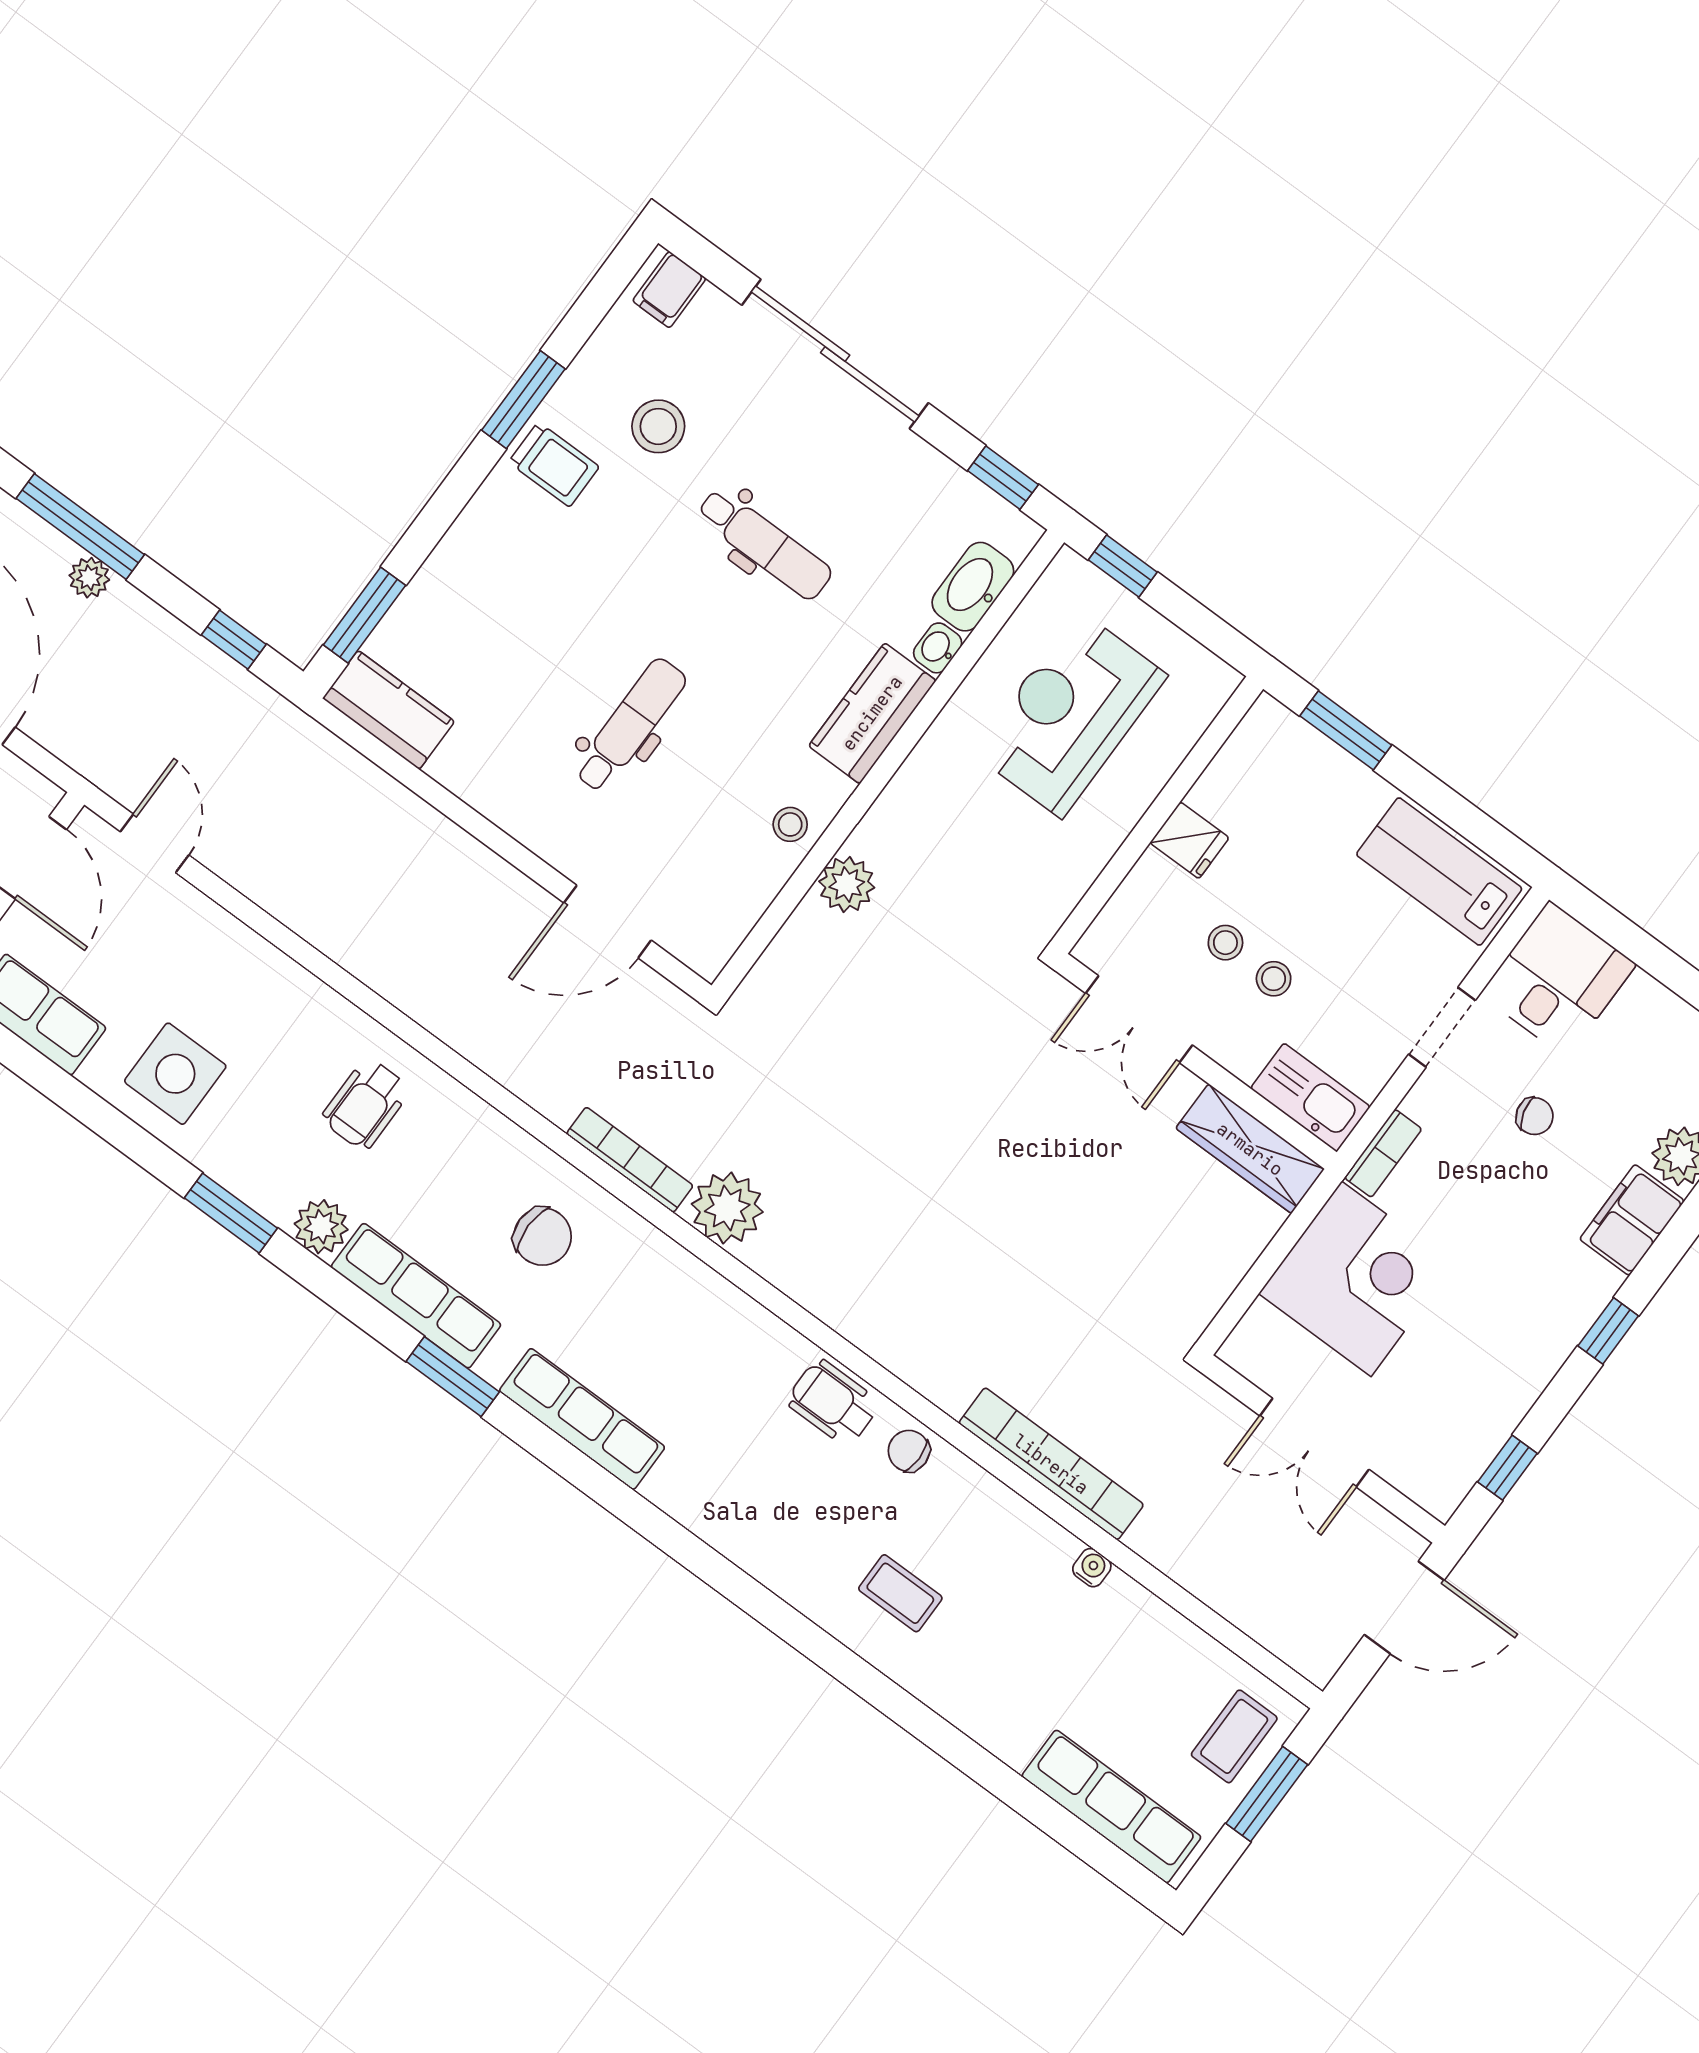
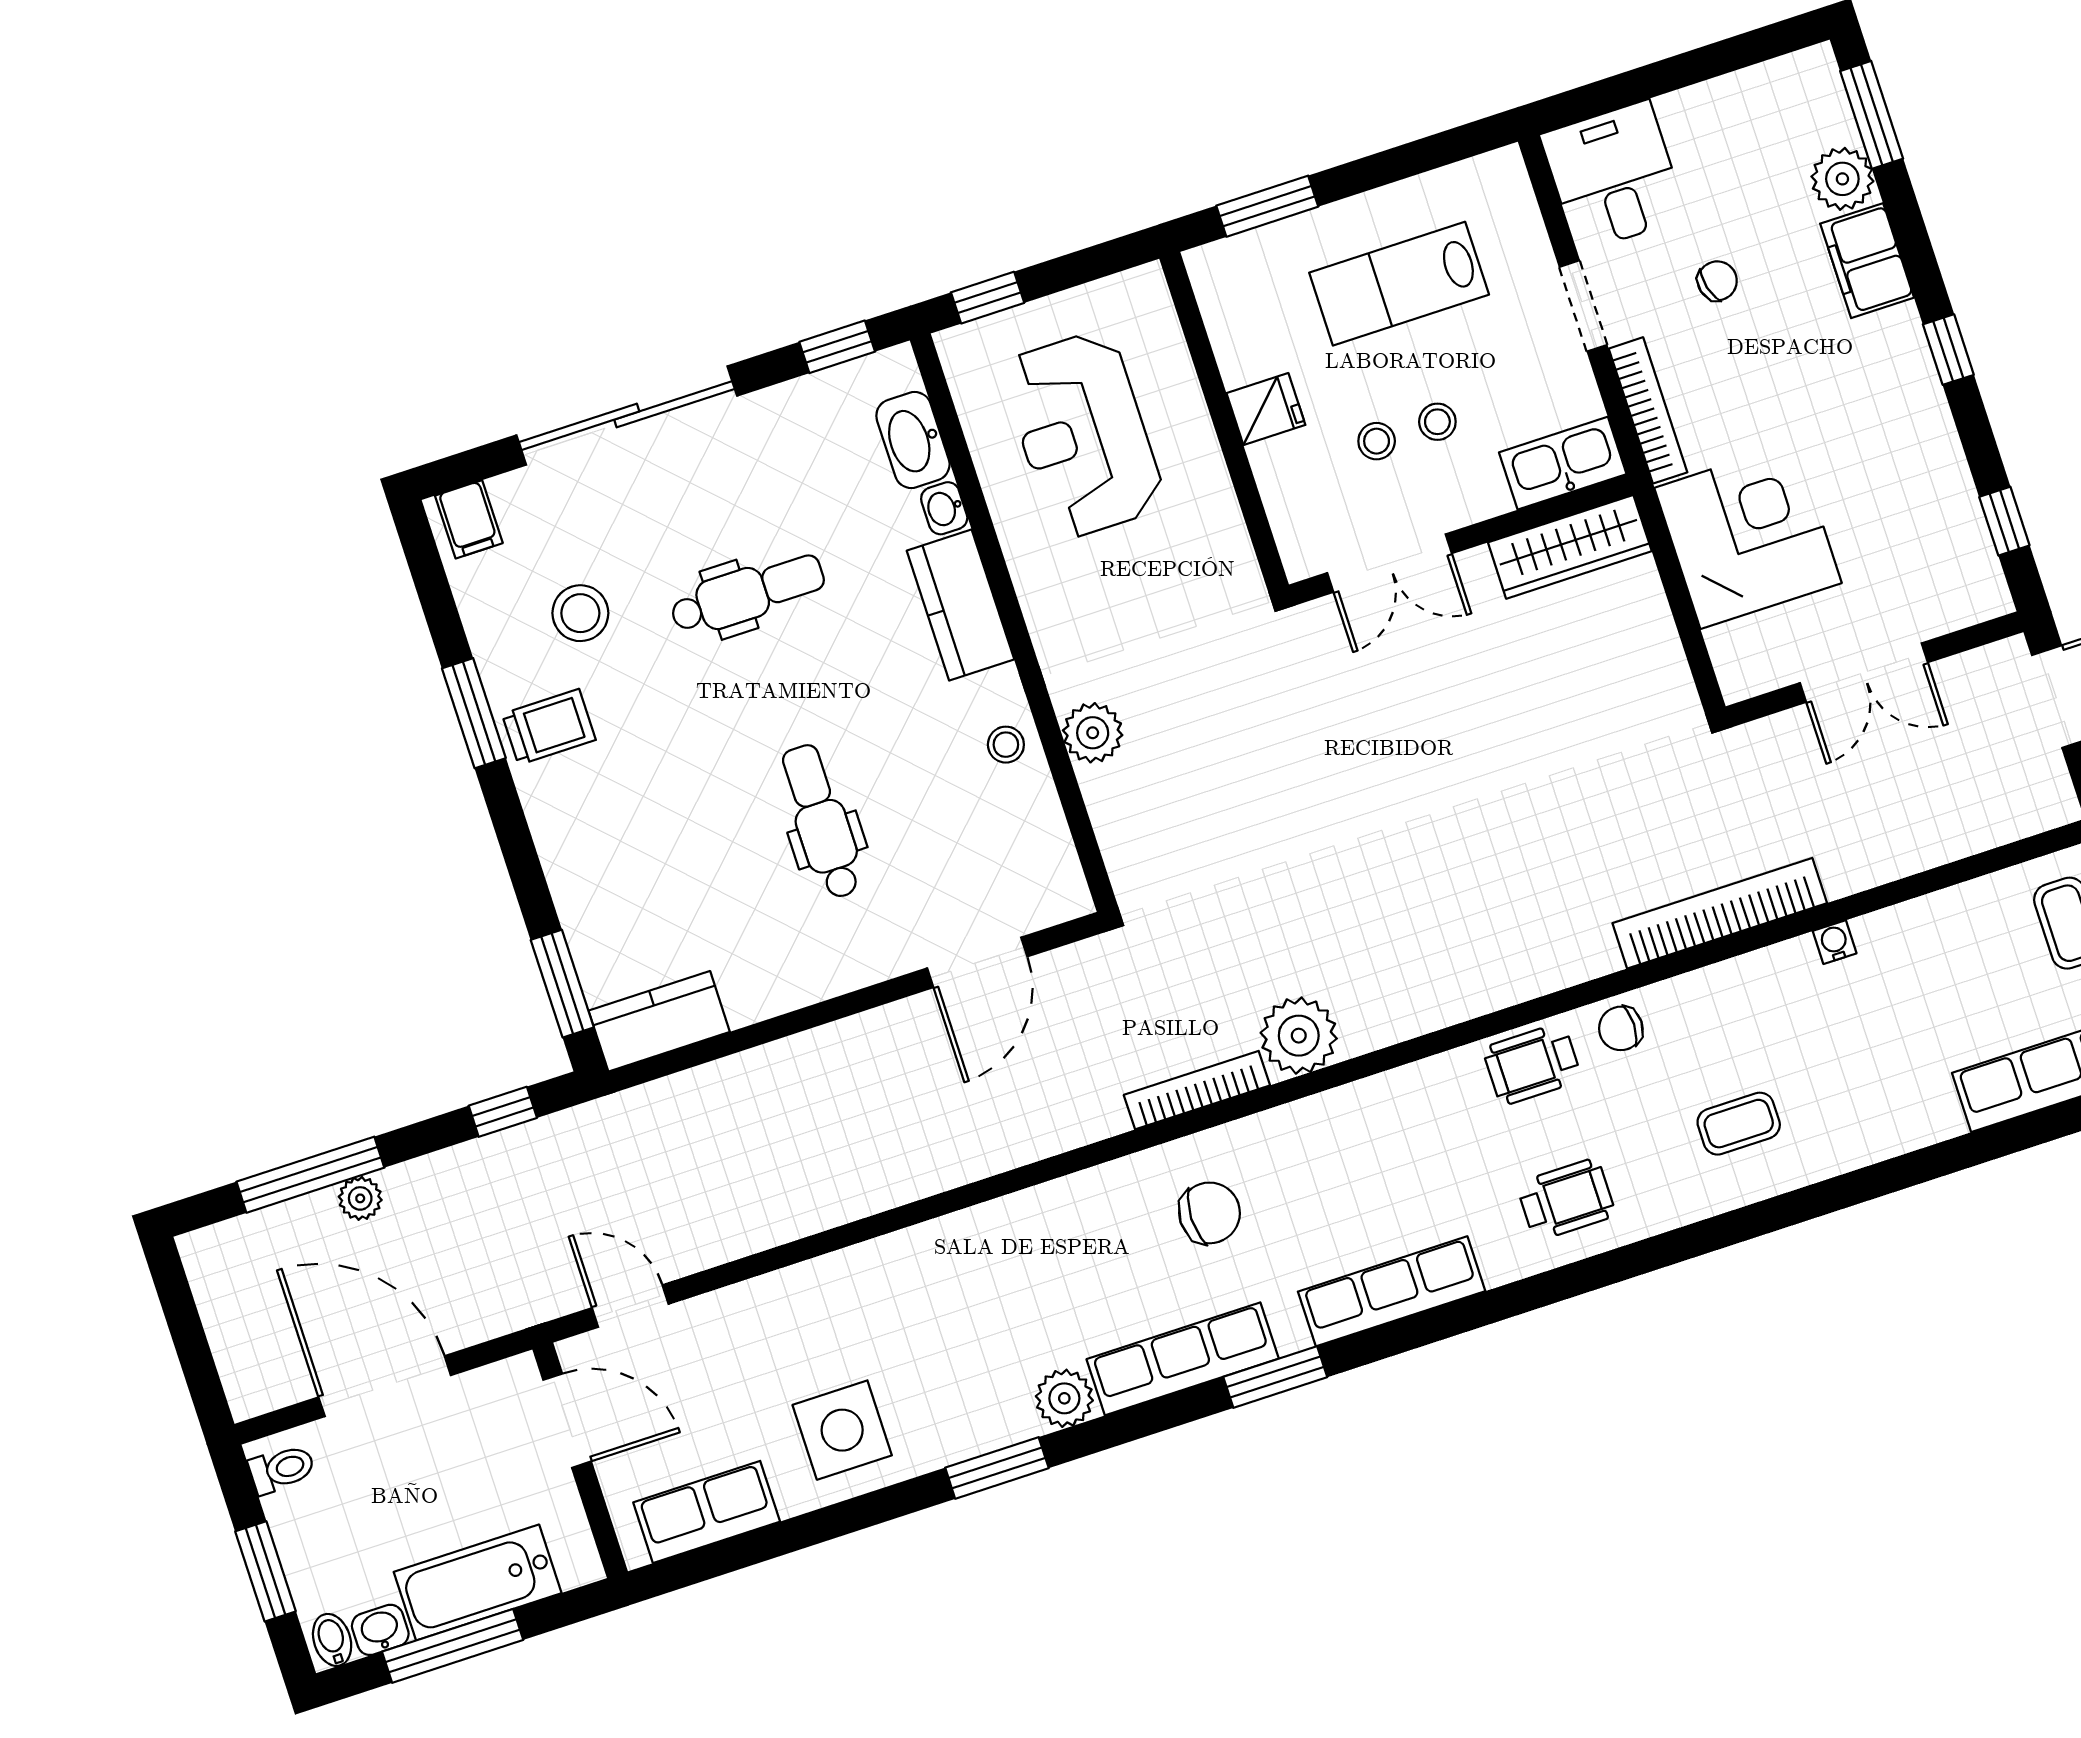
lab bench: (1439, 872) -> (1399, 284), moved
wheelchair: (366, 1104) -> (1566, 1199), moved, turned -90
bookcase: (1383, 1153) -> (1648, 410), width x1.56

